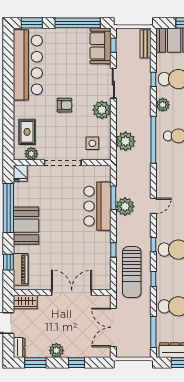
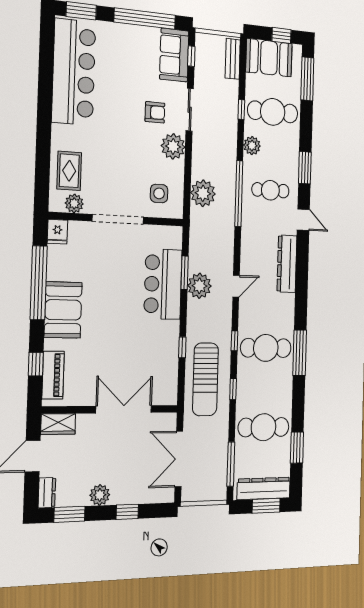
armchair: (64, 105) -> (155, 112), moved

